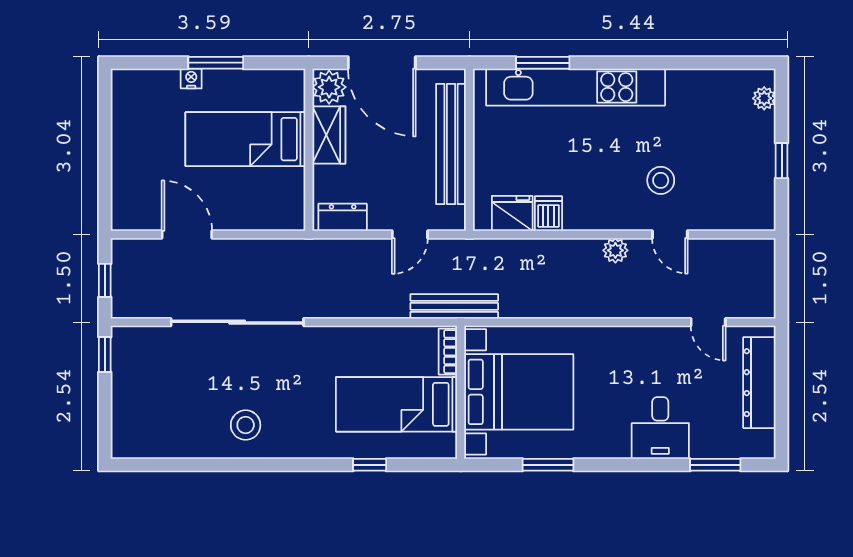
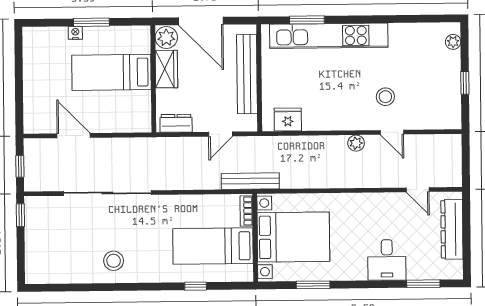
dishwasher: (548, 214) -> (312, 119), removed

